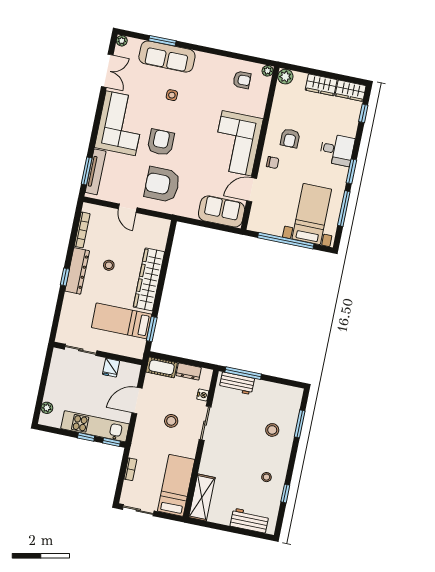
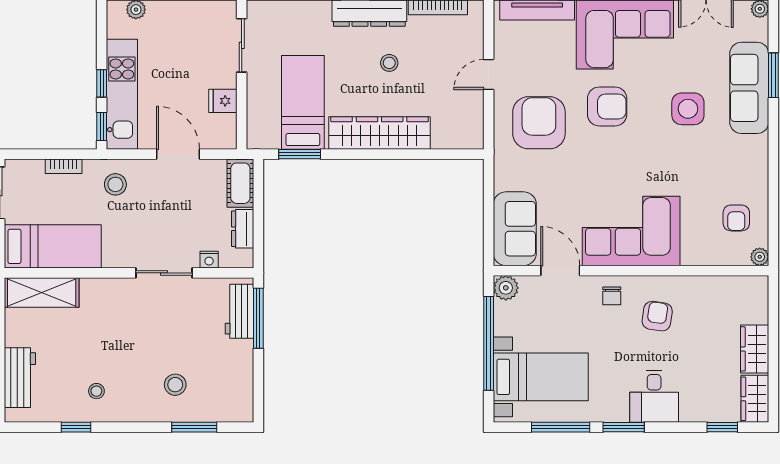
plant: (285, 77) -> (506, 288), moved
side table: (172, 95) -> (688, 109), width x1.87, depth x1.87
armchair: (290, 138) -> (657, 316), turned 98
stool: (171, 421) -> (115, 184), moved

